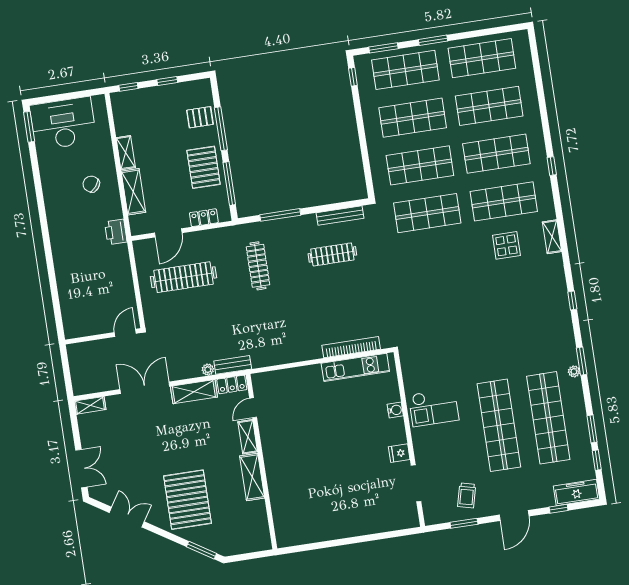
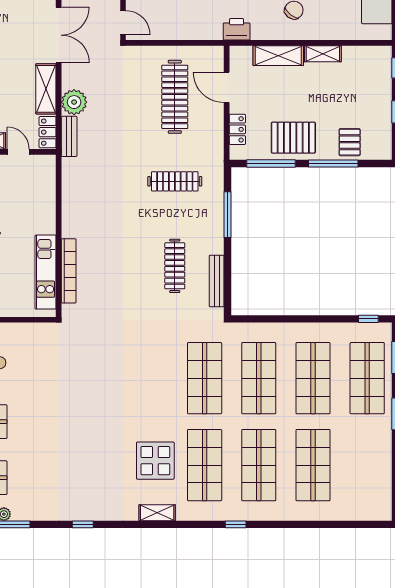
shop shelf: (482, 58) -> (367, 465), removed
display table: (506, 245) -> (155, 461), width x1.36, depth x1.36
plant: (208, 370) -> (74, 102), width x1.88, depth x1.88

